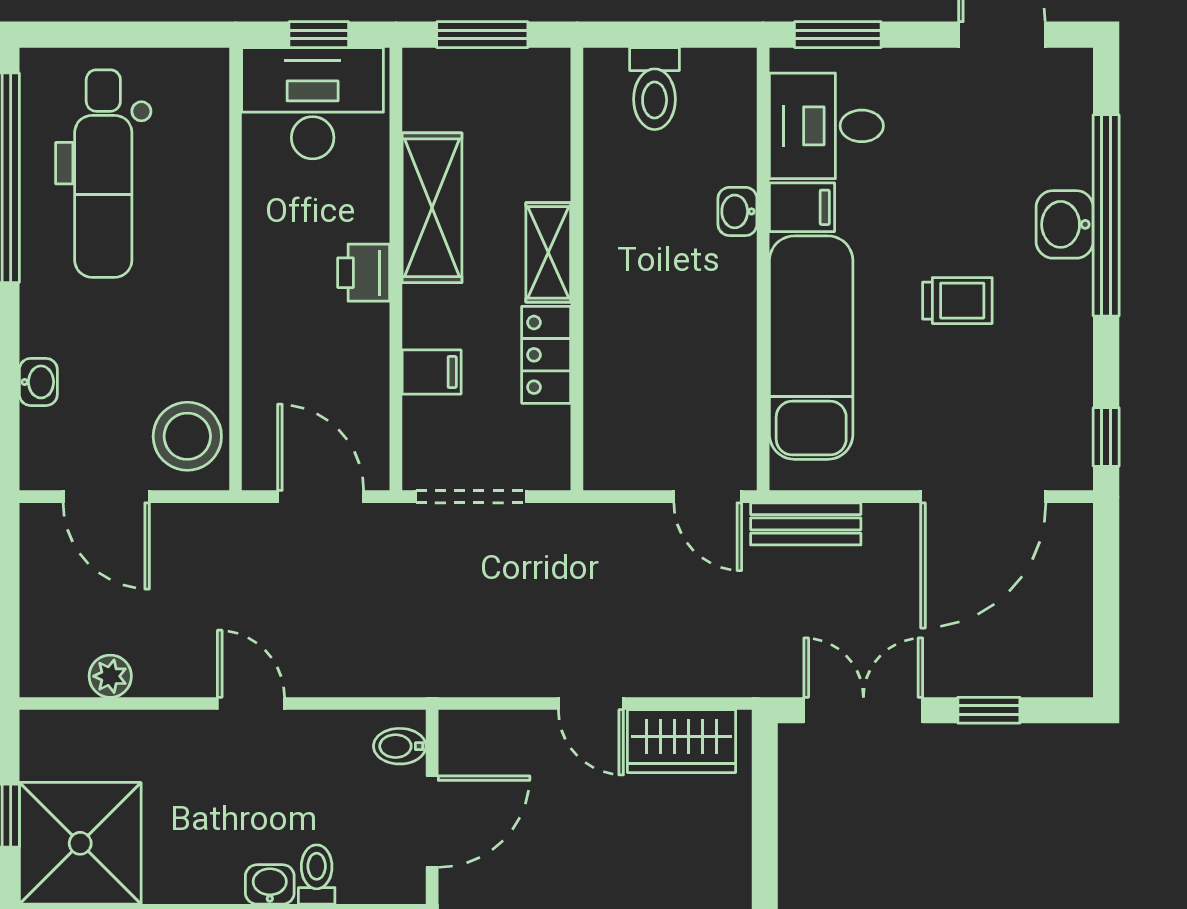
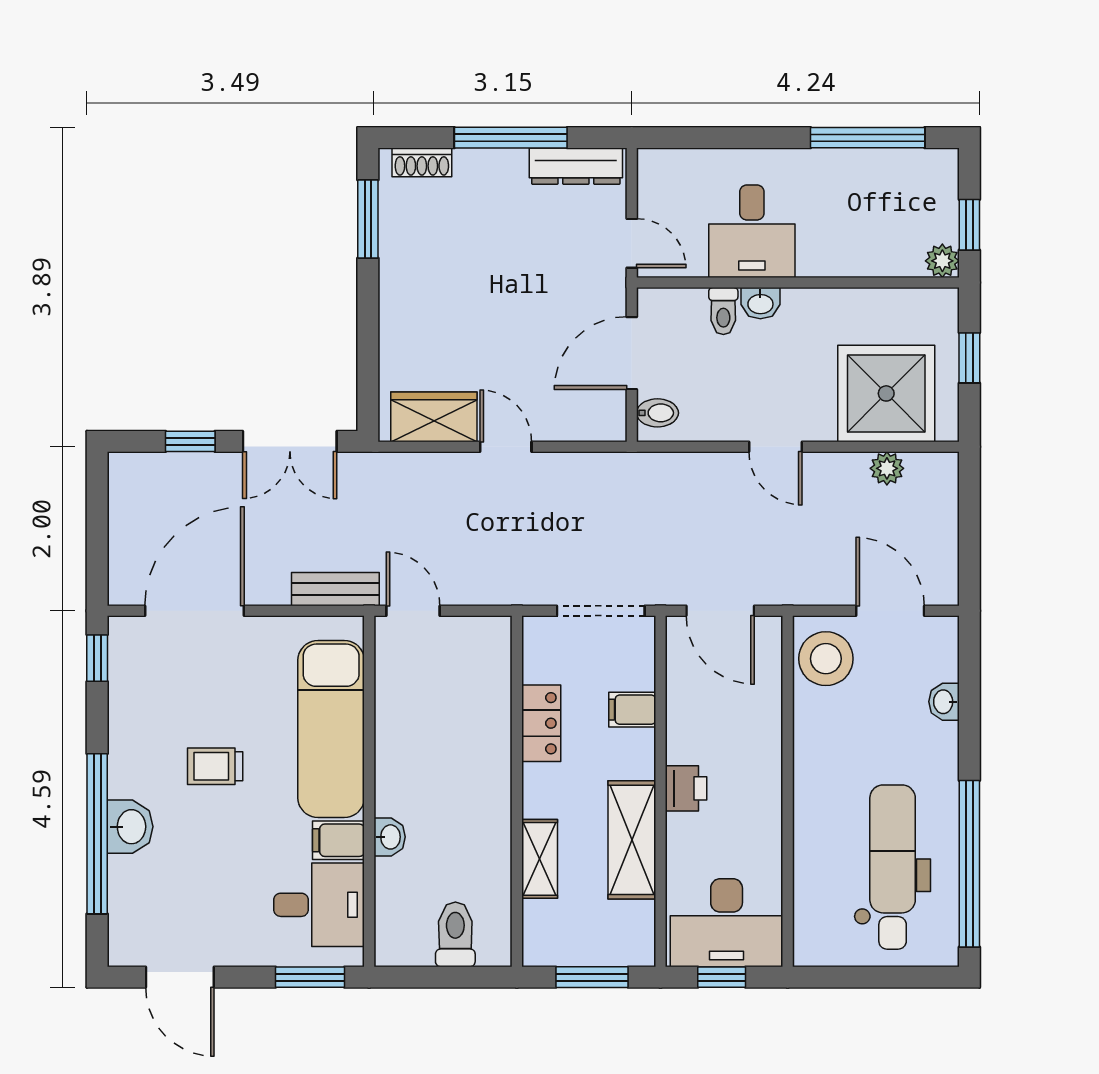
shelving: (548, 252) -> (540, 859), moved
shower: (80, 843) -> (886, 393), moved

